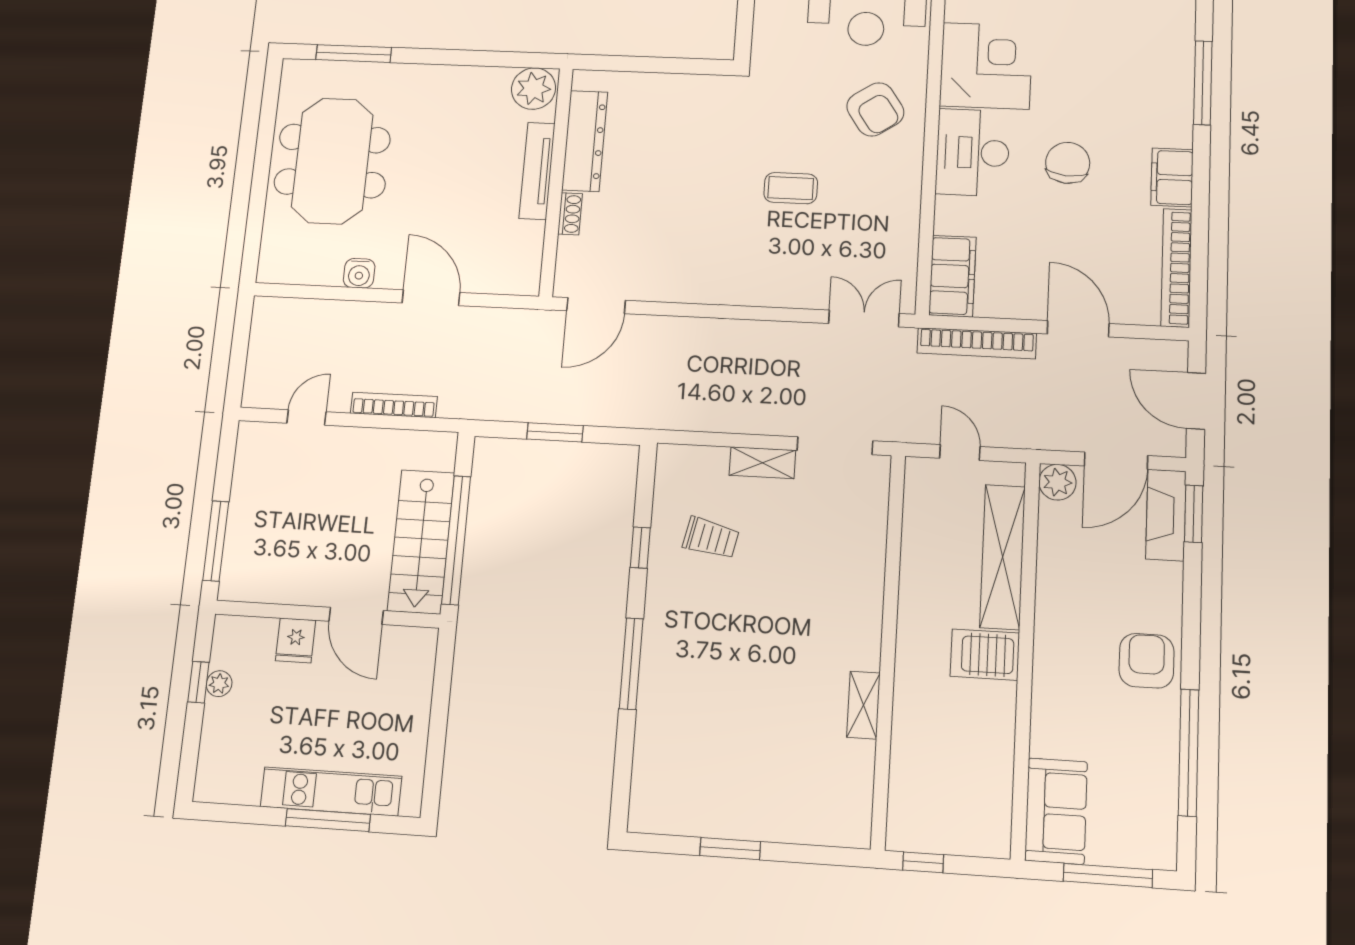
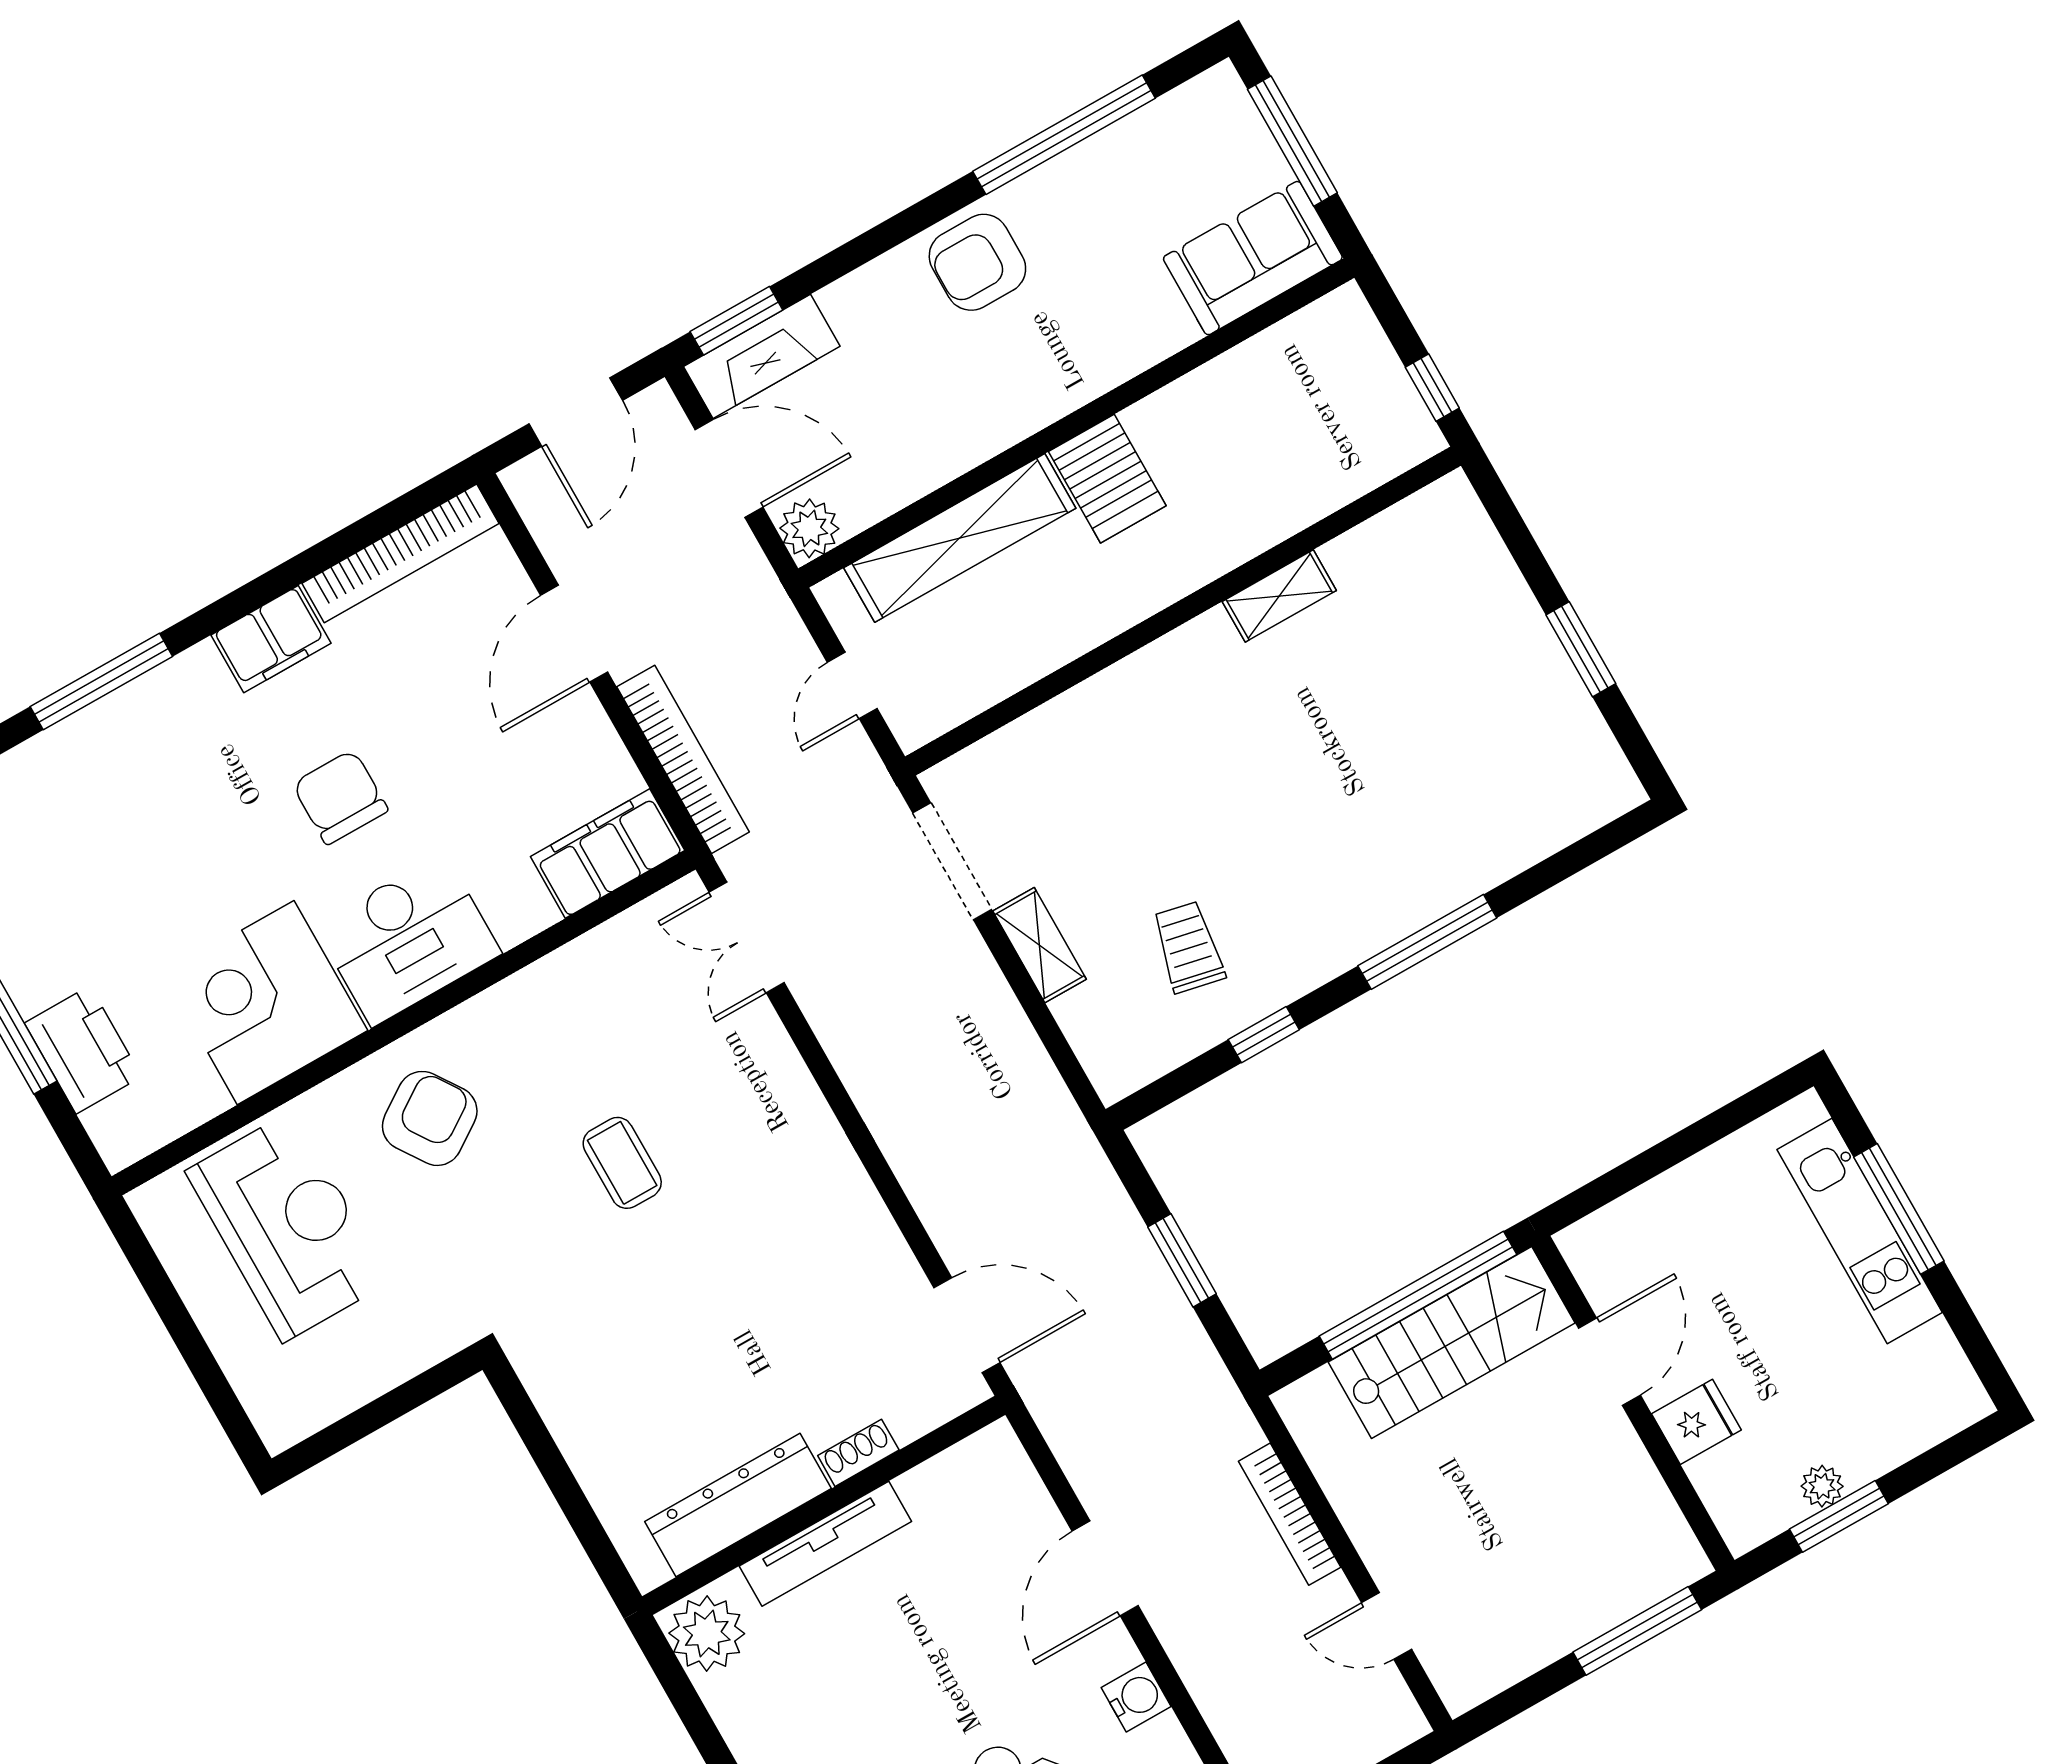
chair: (1068, 163) -> (340, 797), turned 85
window: (198, 682) -> (1839, 1516), width x1.50

